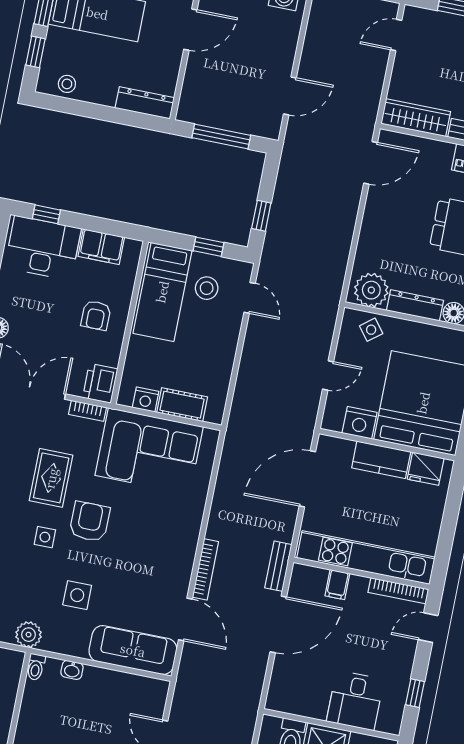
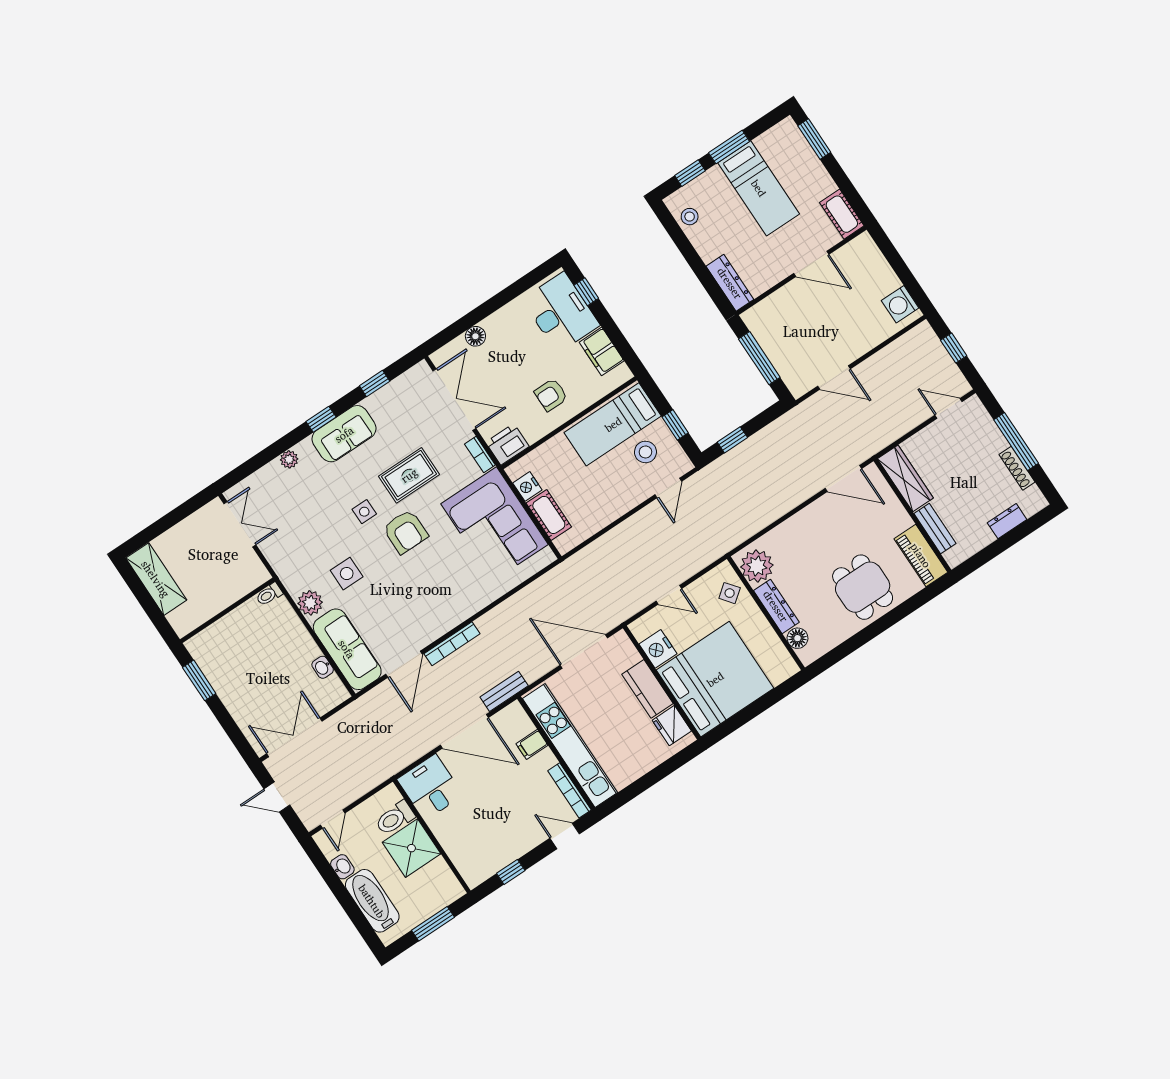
armchair: (90, 522) -> (405, 532), turned 90
plant: (29, 635) -> (310, 603), moved
washbasin: (72, 670) -> (323, 667), moved
desk: (355, 700) -> (430, 787), moved, turned 90

